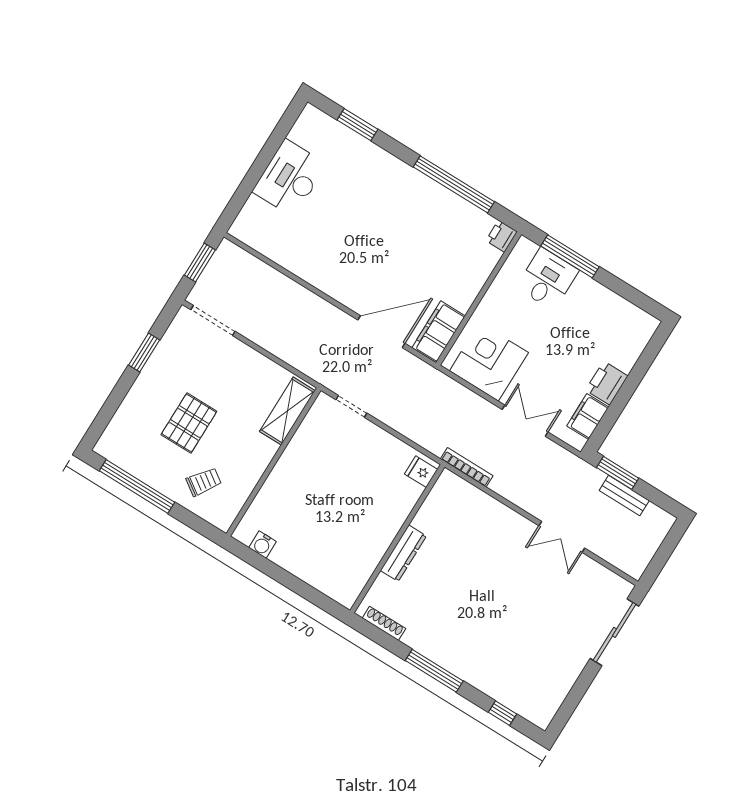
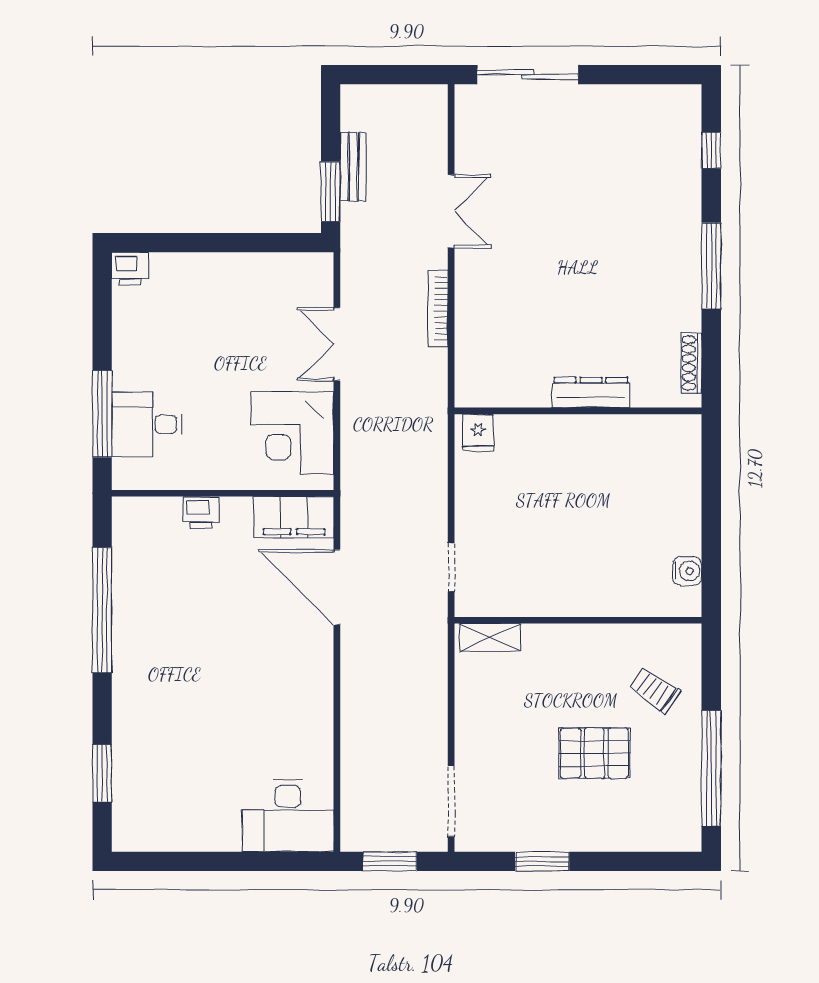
desk: (290, 178) -> (288, 816), moved
printer: (502, 236) -> (201, 513), moved
printer: (607, 383) -> (130, 269), moved, width x0.73, depth x0.81
shelving: (287, 411) -> (490, 637), width x0.67, depth x0.75
filing cabinet: (588, 417) -> (284, 271), removed
bookcase: (467, 467) -> (438, 308), moved

